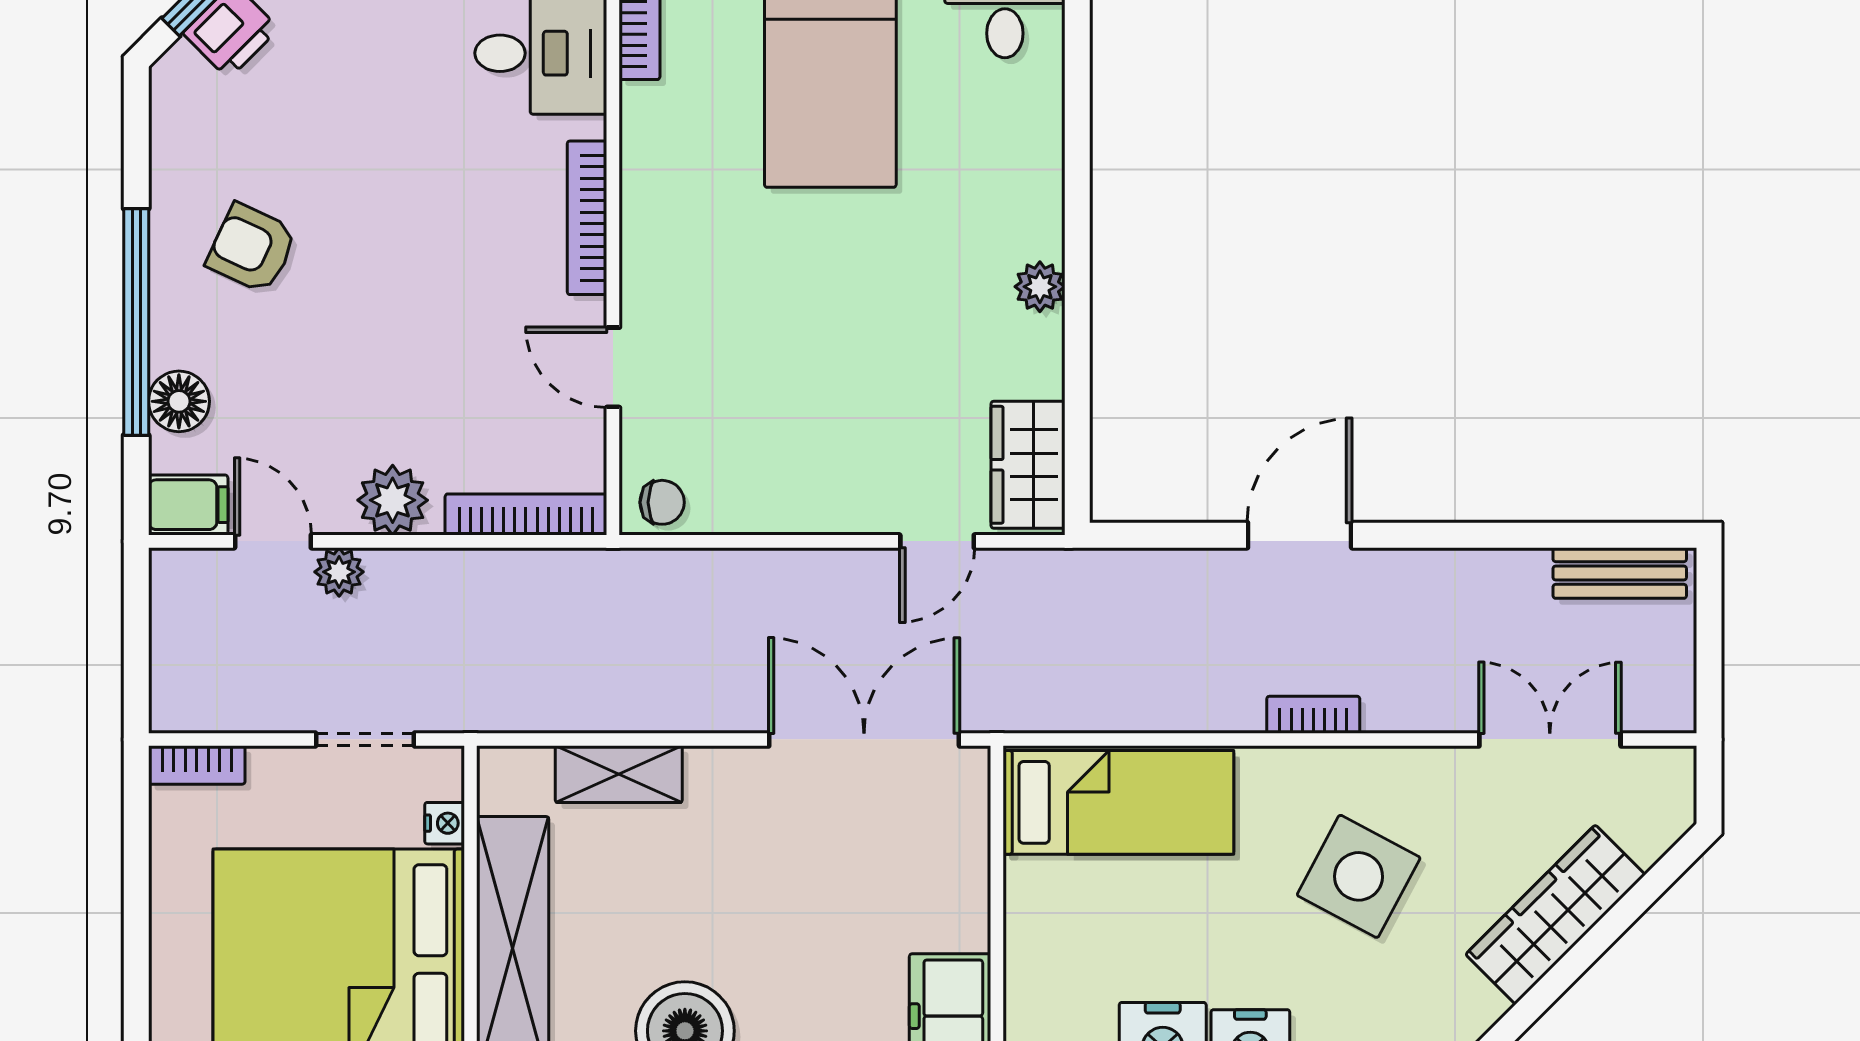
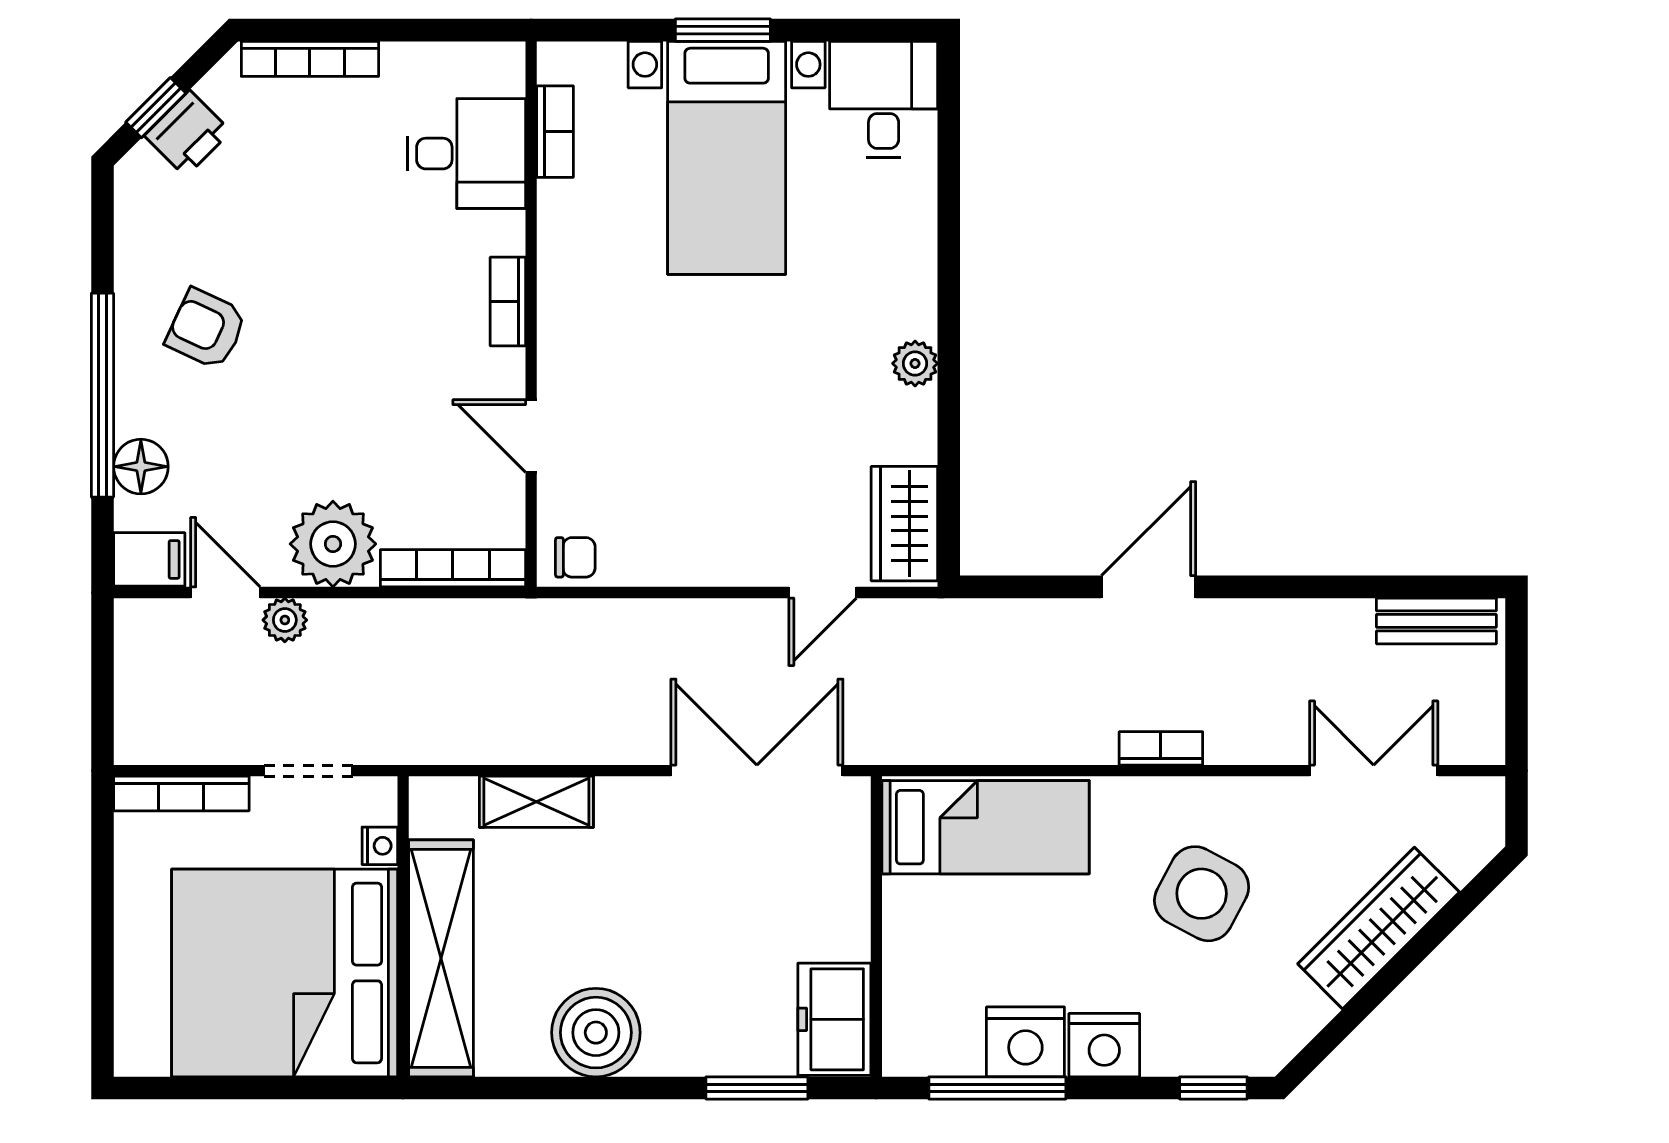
bookcase: (587, 218) -> (508, 302), width x0.64
plant: (393, 500) -> (333, 544), width x1.36, depth x1.36
bookcase: (197, 765) -> (181, 794), width x1.56

